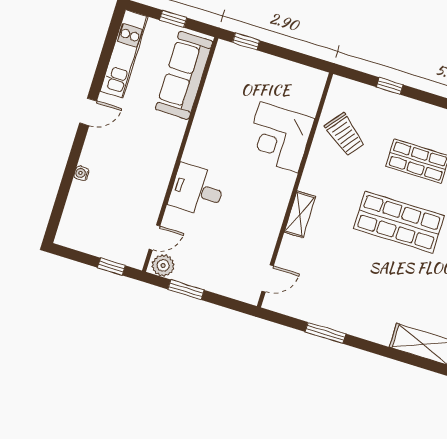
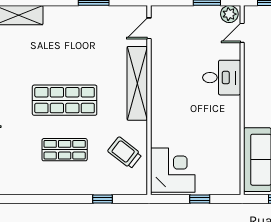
window: (246, 41) -> (200, 199), moved
corner desk: (279, 137) -> (173, 170), moved
shelving: (300, 214) -> (137, 83), width x2.20, depth x1.33

